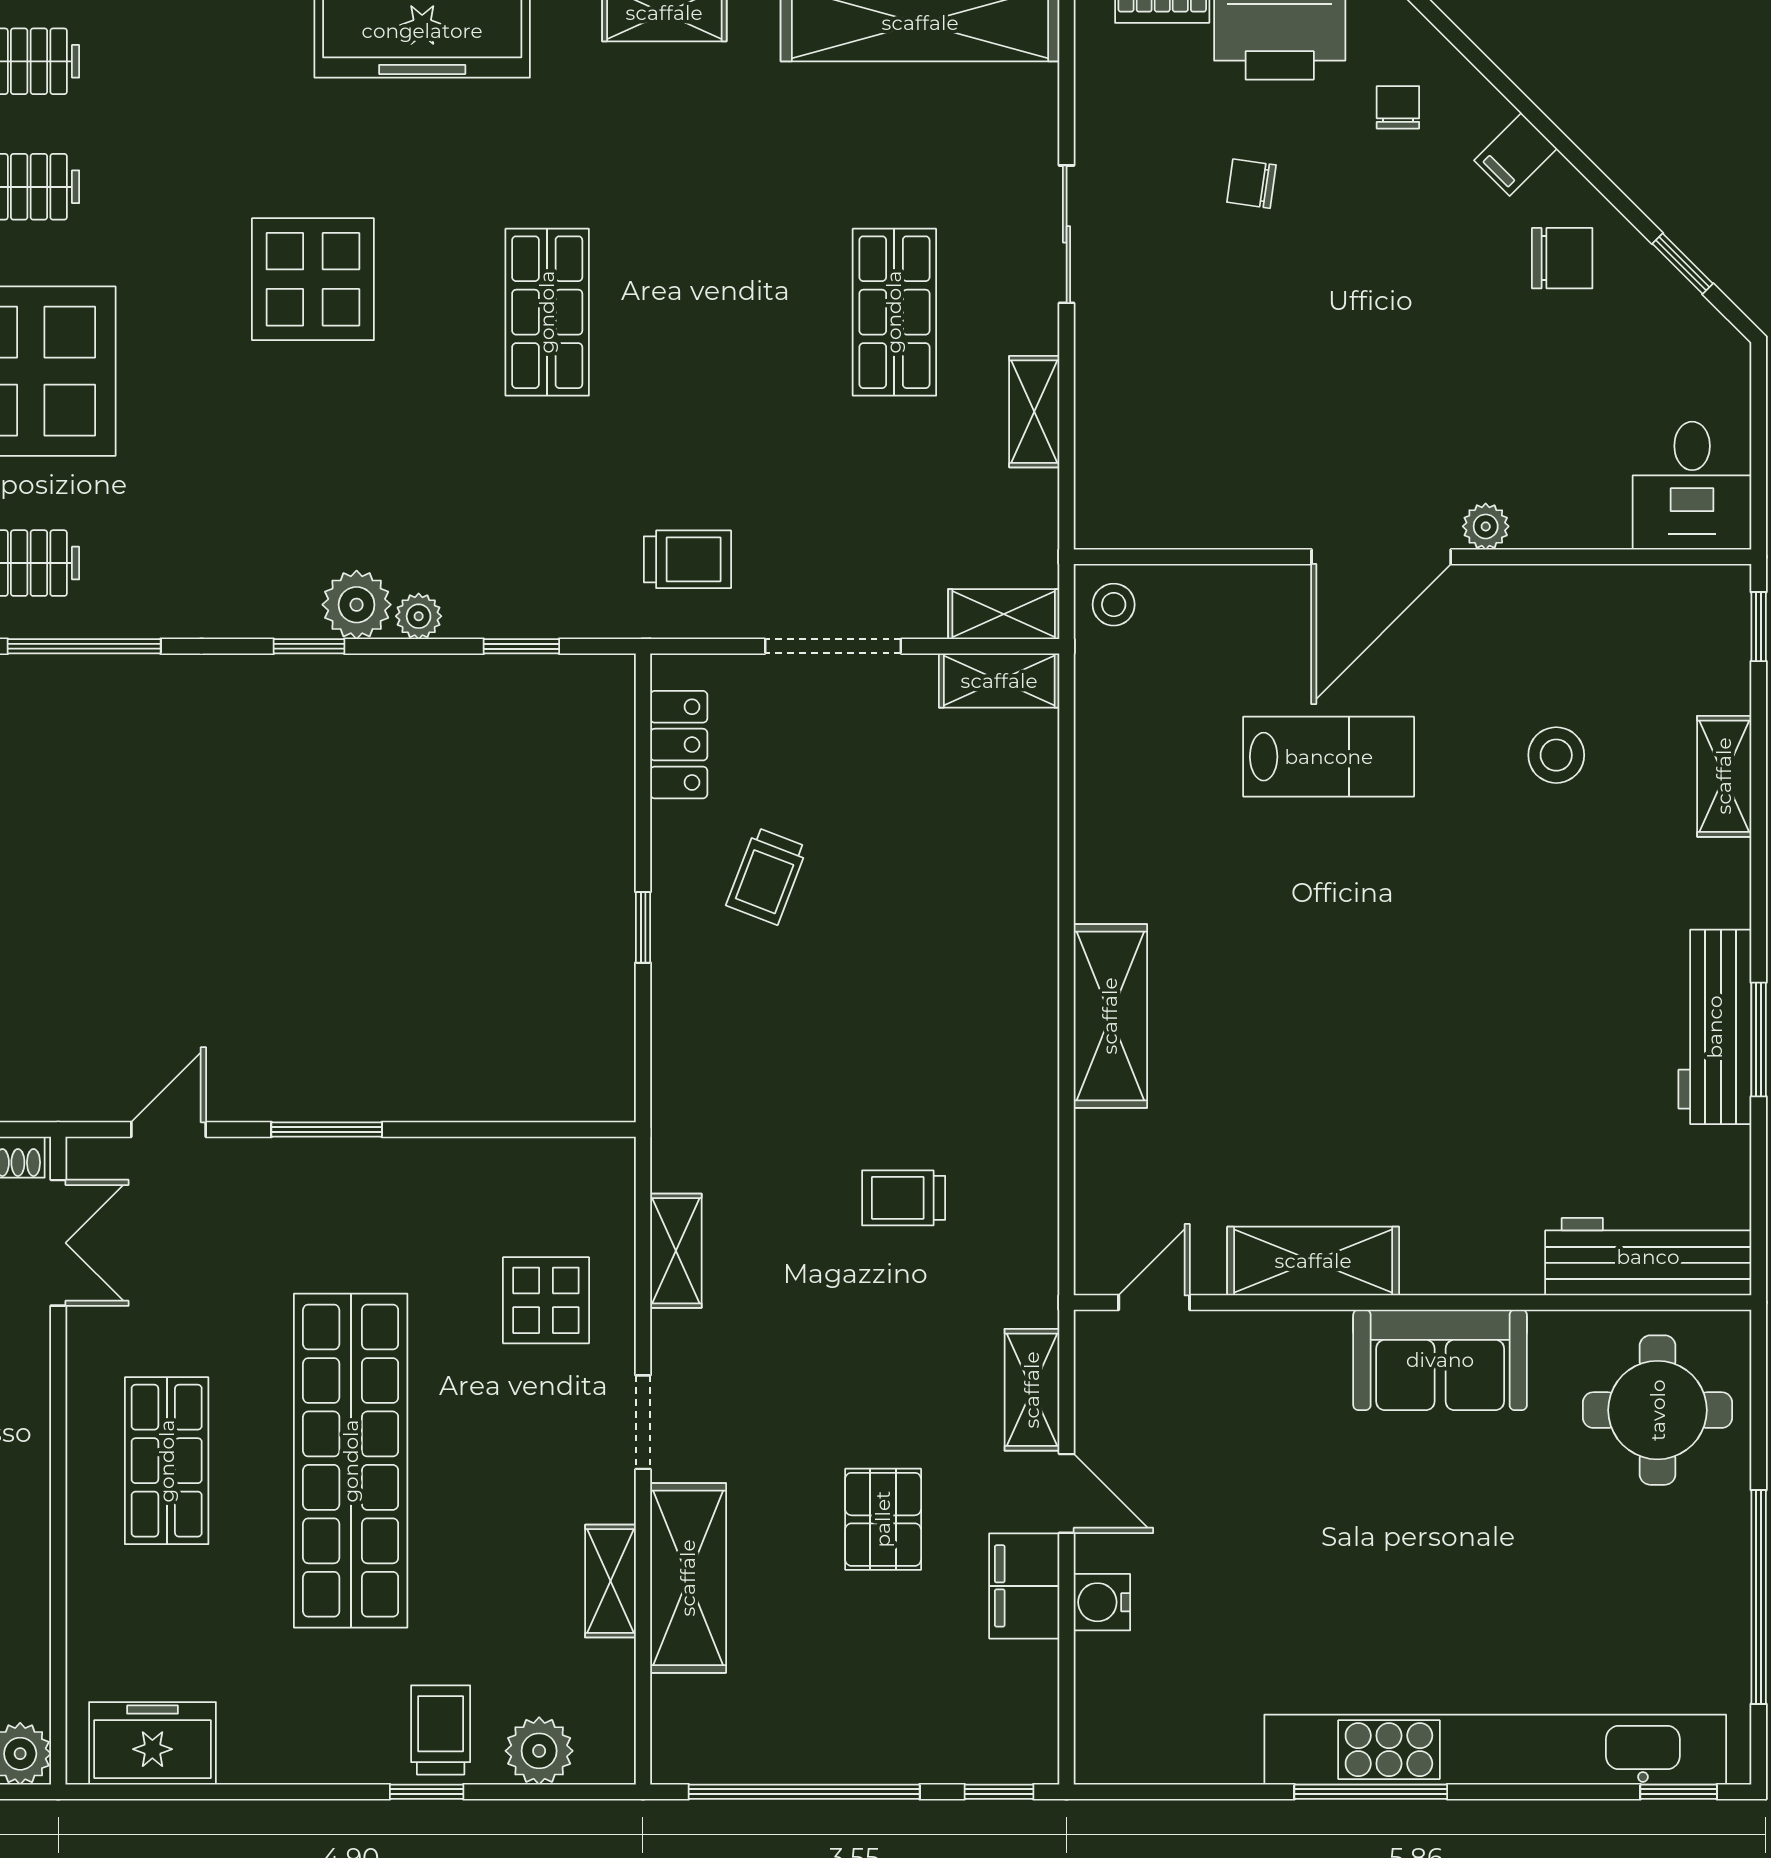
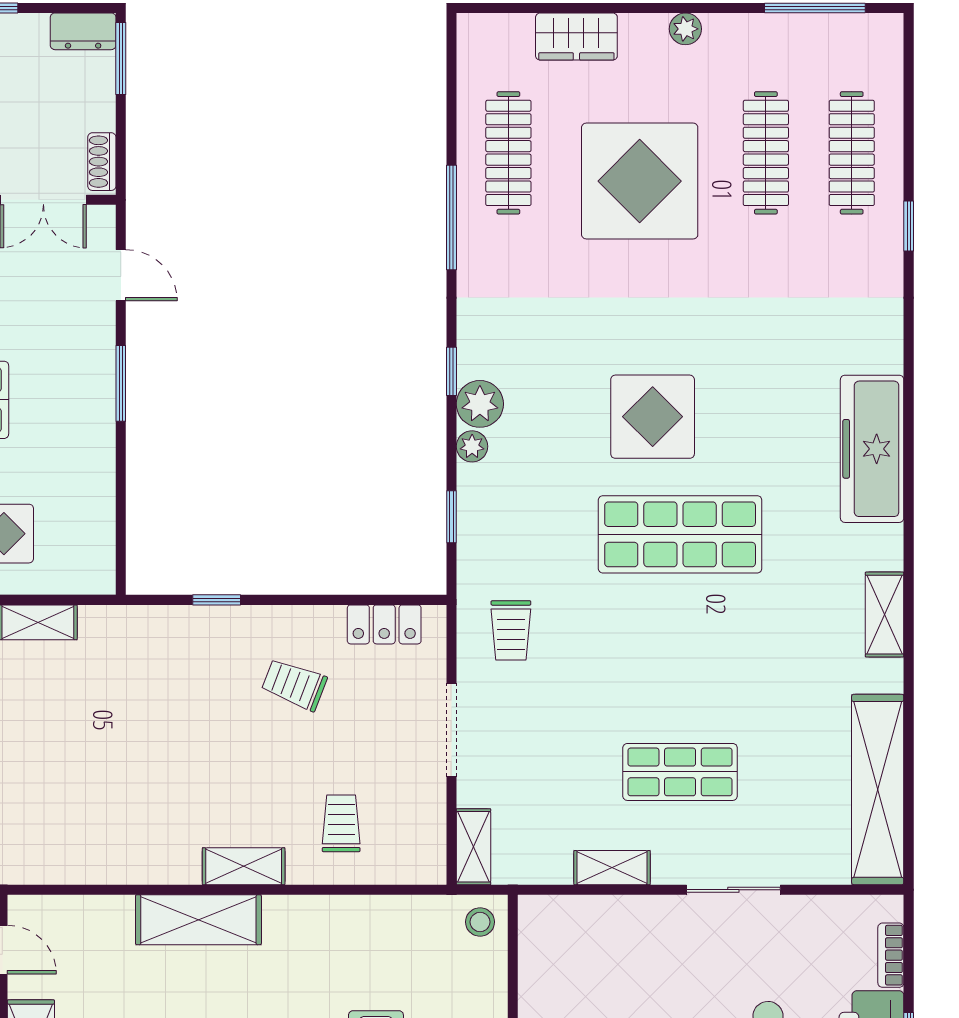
display table: (313, 279) -> (653, 417), moved
shop shelf: (547, 312) -> (680, 534), width x1.43, depth x1.36
shelving: (999, 681) -> (244, 866), moved, turned 90
window: (643, 927) -> (217, 600), moved
trolley: (904, 1198) -> (341, 823), moved

